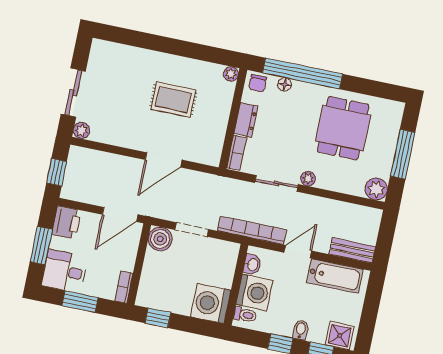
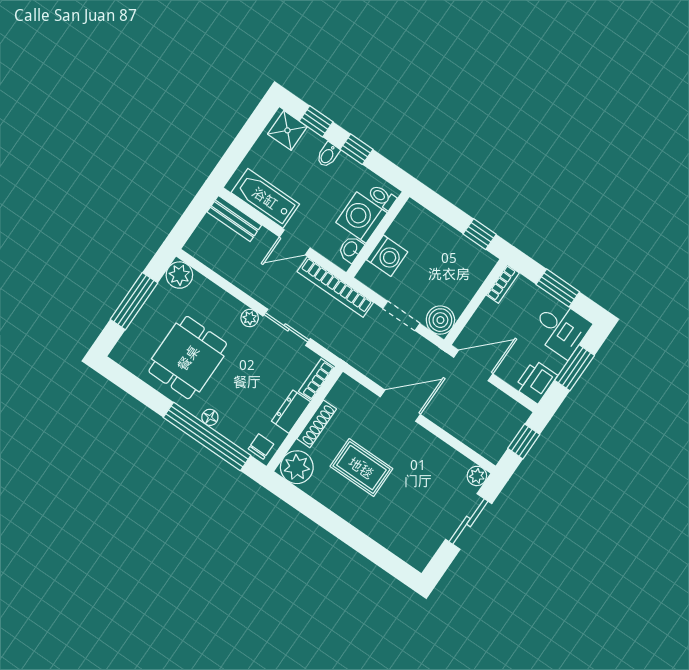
plant: (231, 74) -> (297, 467), width x1.87, depth x1.87
floor lamp: (285, 85) -> (210, 417), moved
shoe rack: (222, 119) -> (317, 424), added
washing machine: (211, 303) -> (387, 256), moved, width x0.73, depth x0.73

